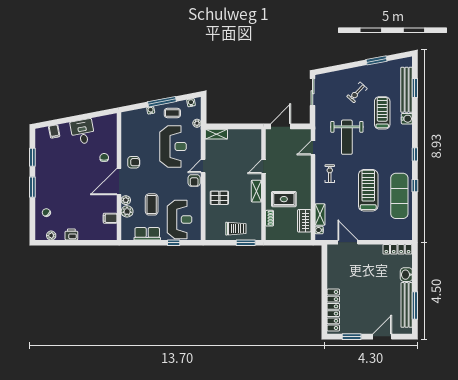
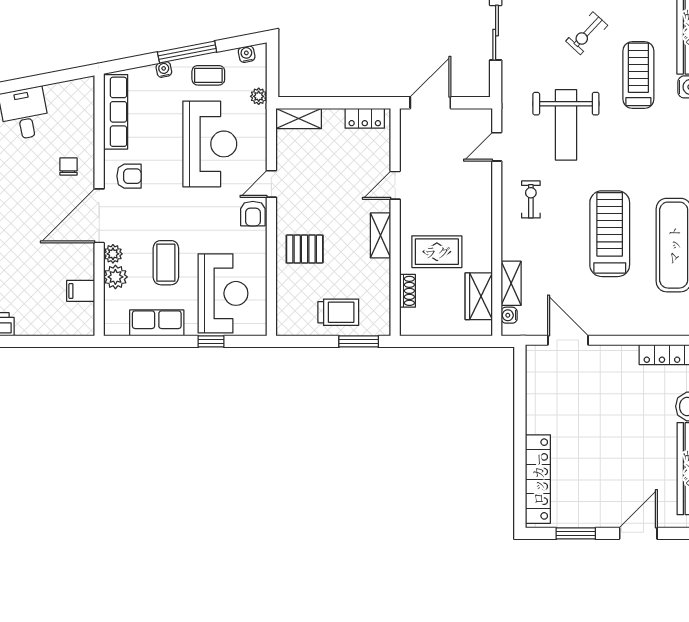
row of seats: (127, 131) -> (116, 112), added
locker: (249, 134) -> (365, 118), added

